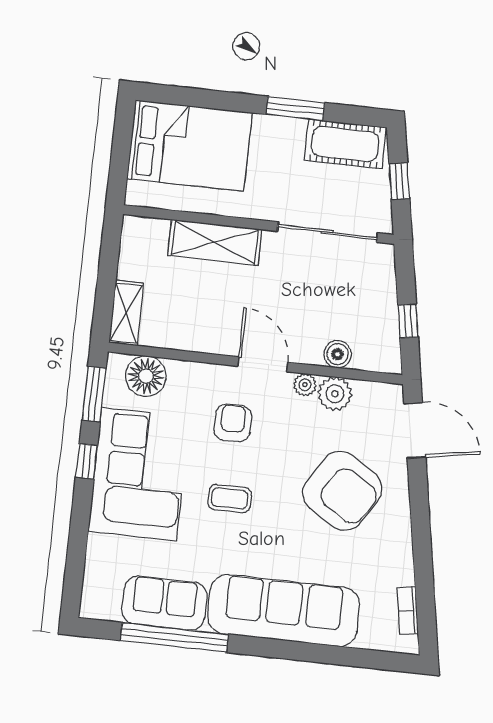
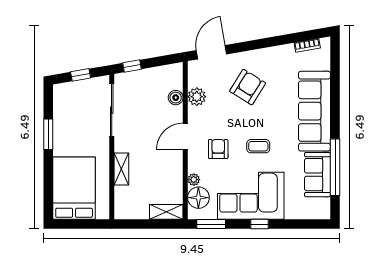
cot: (345, 144) -> (64, 106), removed
shelving: (215, 242) -> (121, 169), width x0.67, depth x0.75
window: (408, 321) -> (132, 66), moved
plant: (305, 385) -> (194, 180), moved
armchair: (233, 423) -> (218, 149), turned 90
window: (87, 461) -> (260, 224), moved
armchair: (342, 491) -> (248, 87), width x0.73, depth x0.73
coffee table: (230, 498) -> (258, 146), turned 90

